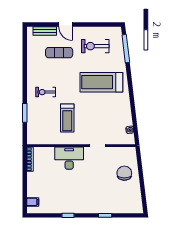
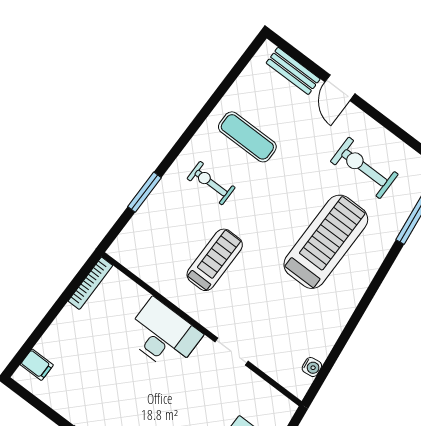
exercise mat: (59, 53) -> (247, 137), moved
treadmill: (101, 82) -> (326, 242), turned 90
treadmill: (67, 118) -> (215, 260), turned 180

